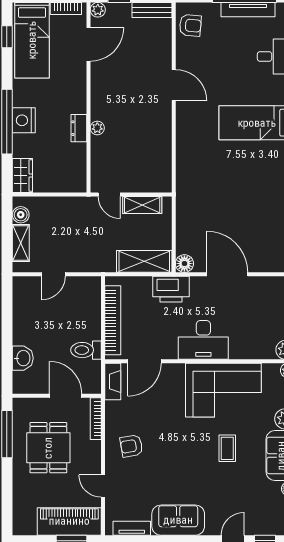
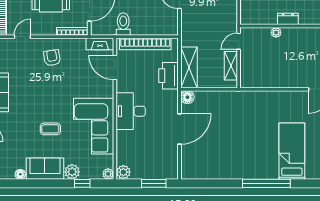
plant: (97, 128) -> (276, 32), moved
printer: (171, 289) -> (168, 76), moved

